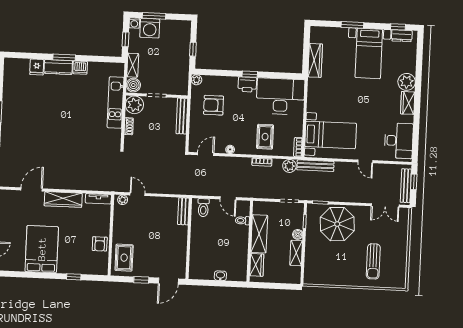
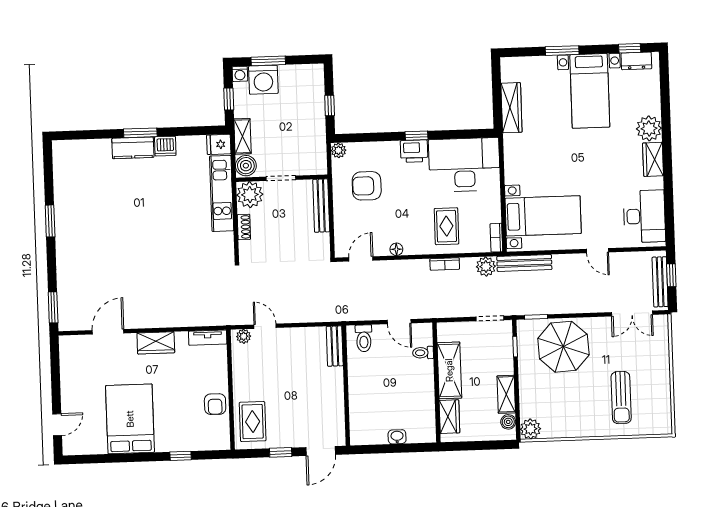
fridge: (37, 67) -> (219, 144), moved, turned 90
wardrobe: (63, 199) -> (156, 343), width x0.67
boiler: (298, 234) -> (508, 422), moved
plant: (311, 278) -> (530, 429), added

